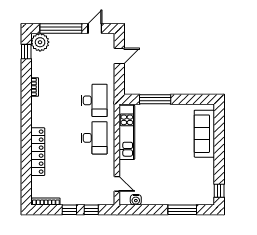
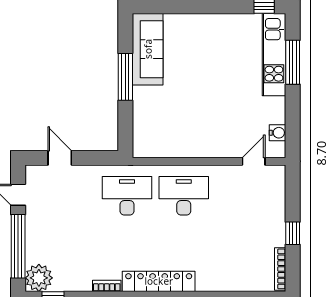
window: (155, 99) -> (125, 77), moved
kitchen unit: (127, 132) -> (274, 55), moved, turned -90
sofa: (204, 134) -> (148, 49), moved, turned -90
locker: (38, 152) -> (159, 281), moved
window: (91, 210) -> (293, 200), removed

